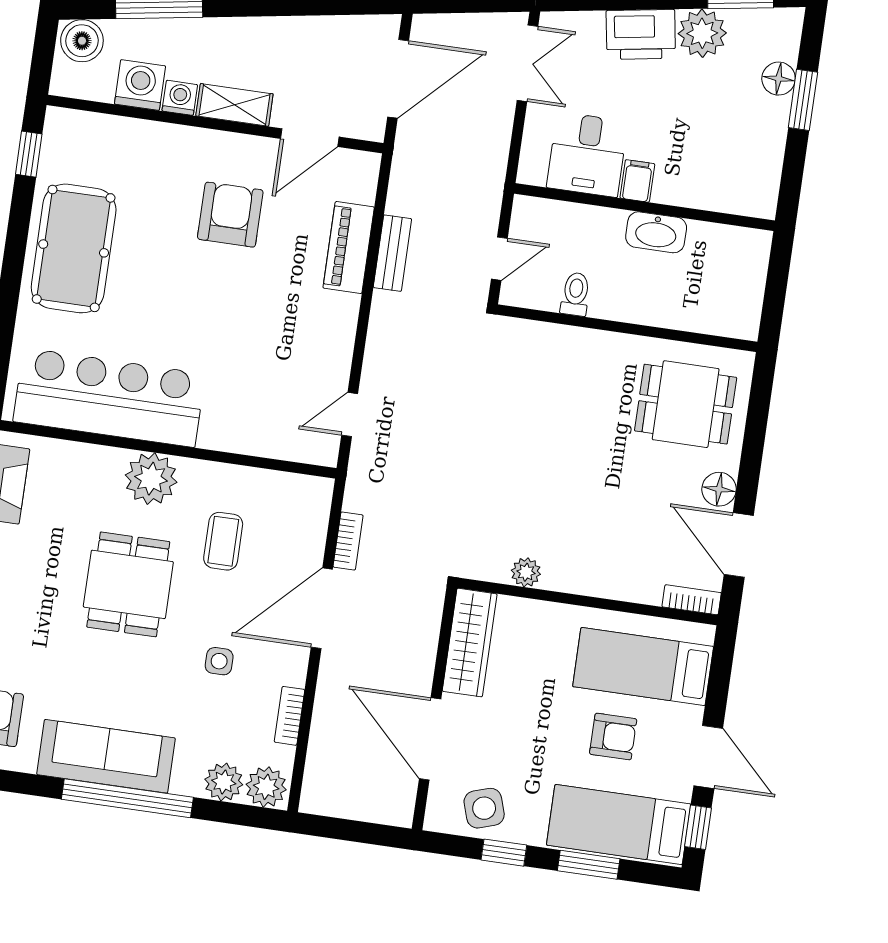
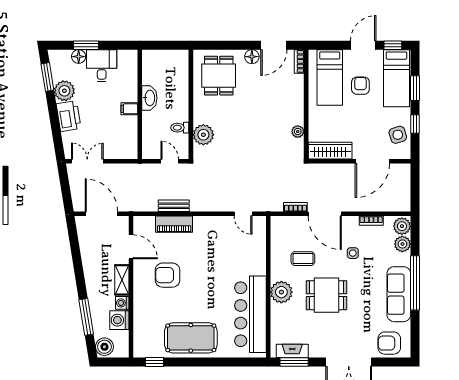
desk: (587, 155) -> (102, 66), moved, turned -90
plant: (551, 348) -> (203, 135), added

